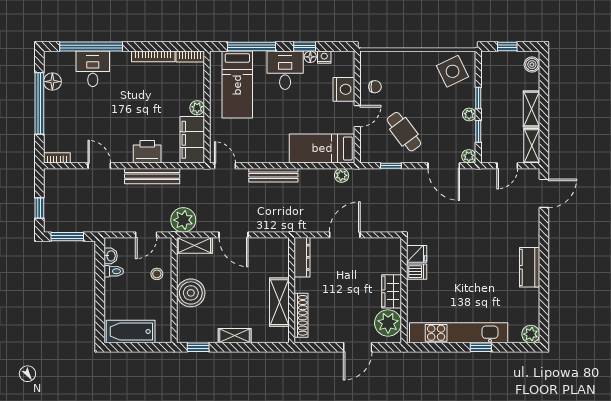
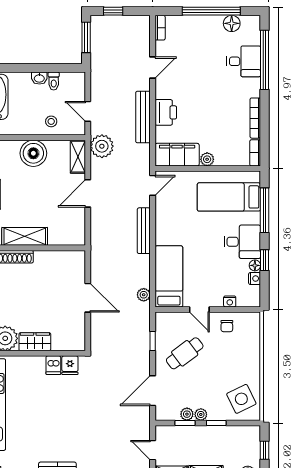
nightstand: (344, 89) -> (230, 301), width x0.53, depth x0.56
plant: (469, 156) -> (187, 414), moved
washbasin: (111, 256) -> (39, 78), moved
dresser: (302, 257) -> (67, 258), removed

